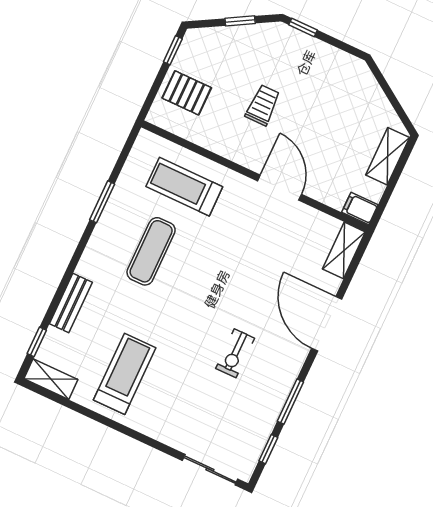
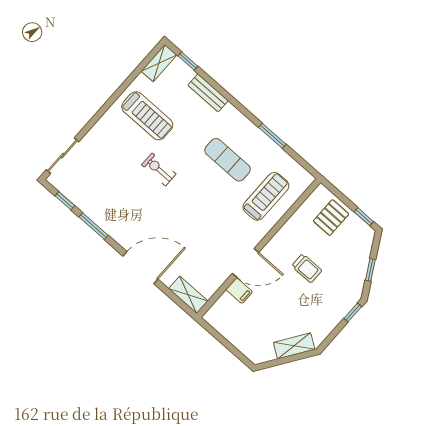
shelving: (388, 156) -> (294, 346), moved, turned -56
filing cabinet: (360, 209) -> (239, 291), moved, turned 90
exercise bike: (235, 353) -> (159, 169), moved

